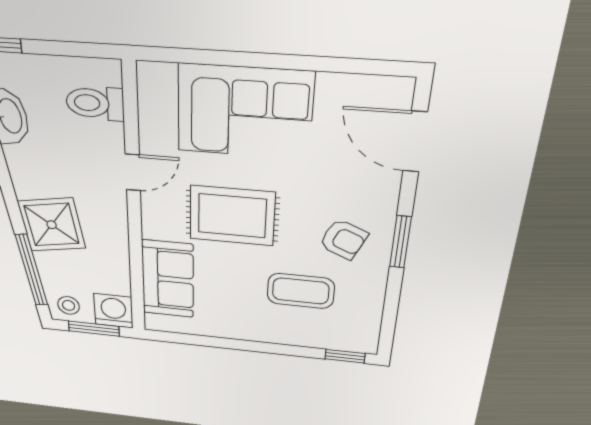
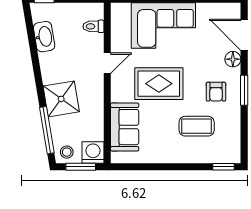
toilet: (95, 103) -> (93, 26), width x0.73, depth x0.72
floor lamp: (385, 186) -> (233, 59), added
armchair: (343, 239) -> (216, 92), turned 66

